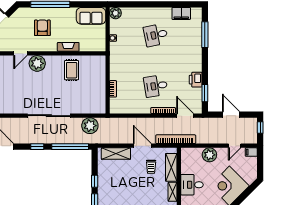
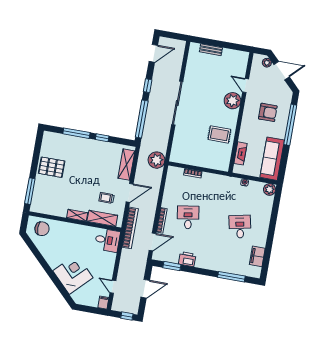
sofa: (91, 16) -> (272, 159), width x1.36
fireplace: (68, 47) -> (240, 153), moved
plant: (90, 126) -> (157, 160), moved
plant: (209, 155) -> (108, 259), removed
desk: (192, 185) -> (107, 240), moved, turned 90

